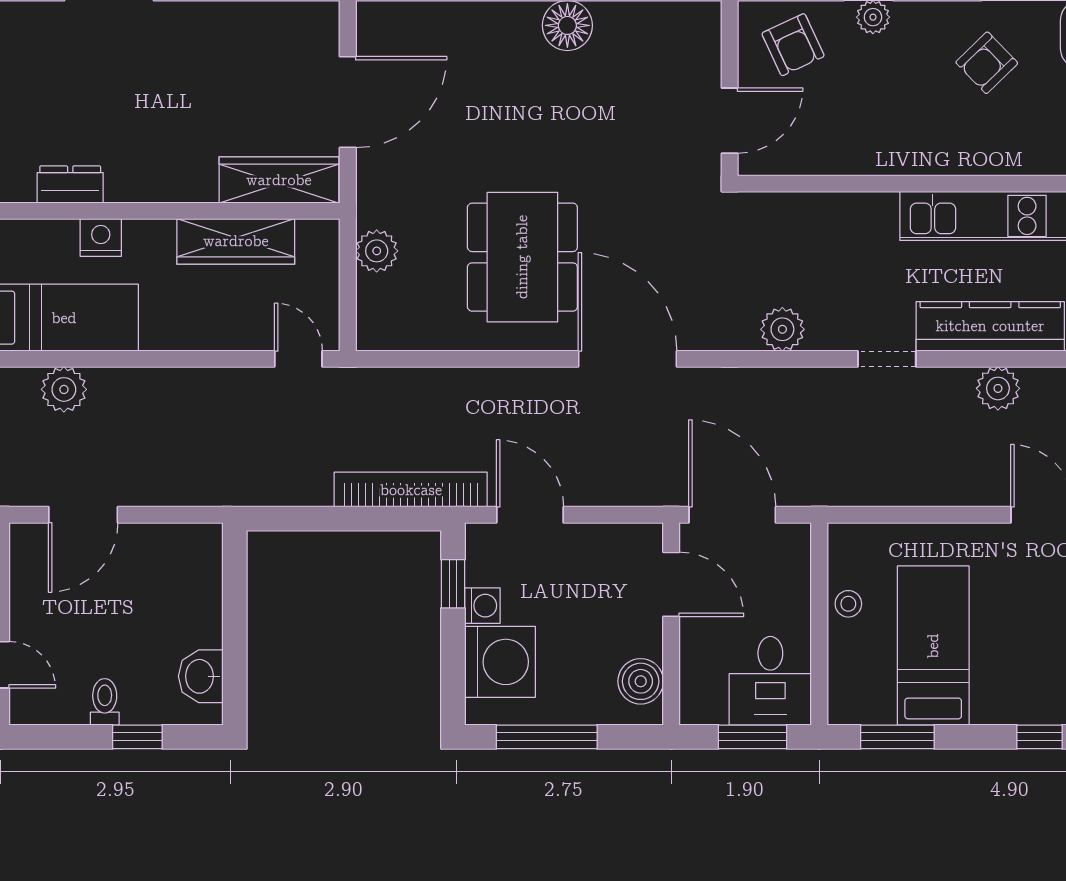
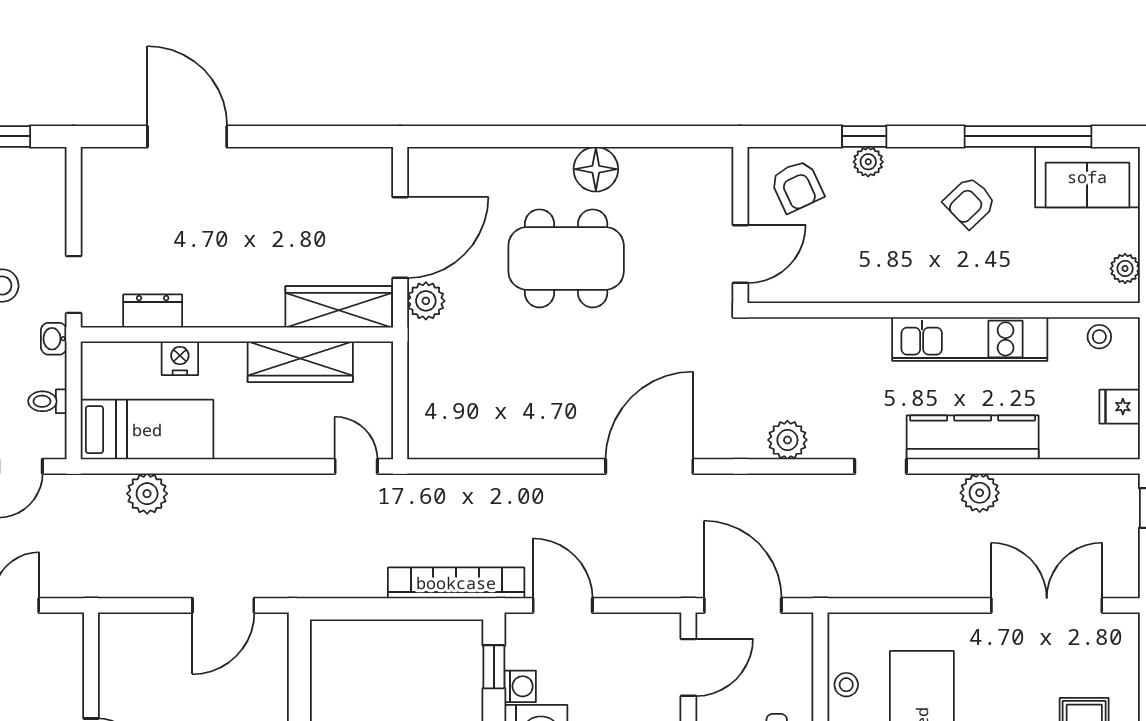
plant: (377, 251) -> (426, 301), moved
dining table: (522, 257) -> (566, 258), moved, turned 90
door: (628, 359) -> (649, 466), hinge flipped
door: (83, 515) -> (223, 605), moved
door: (671, 584) -> (688, 667), hinge flipped

